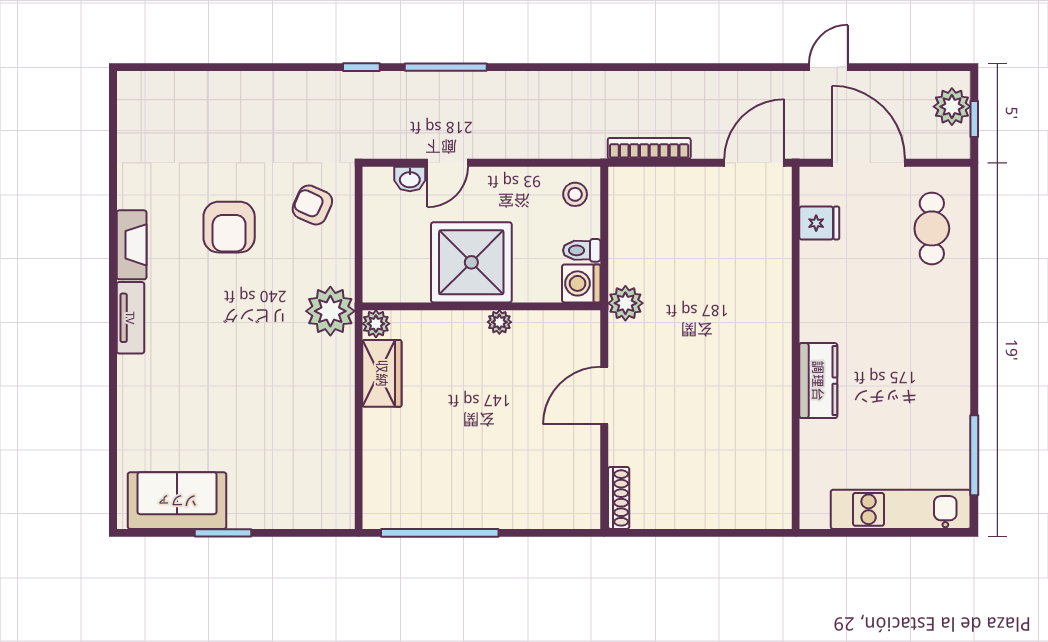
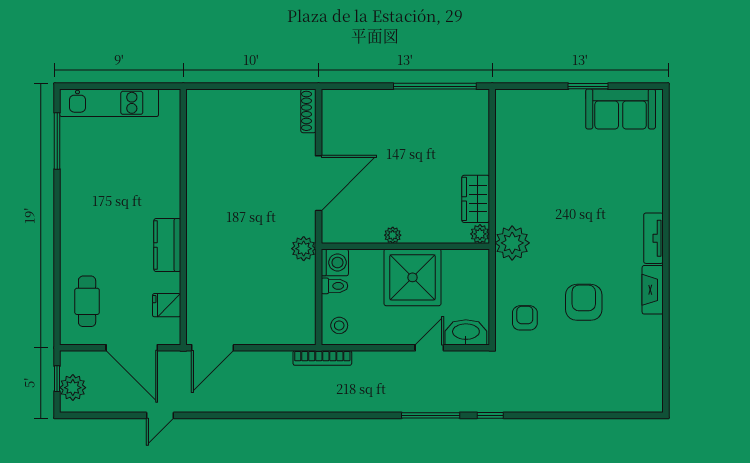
bookcase: (649, 148) -> (322, 358), moved
washbasin: (410, 179) -> (466, 332), width x1.91, depth x1.45
armchair: (312, 205) -> (525, 318), turned -114
kitchen counter: (818, 381) -> (167, 245), moved
door: (604, 396) -> (319, 183), width x1.36

